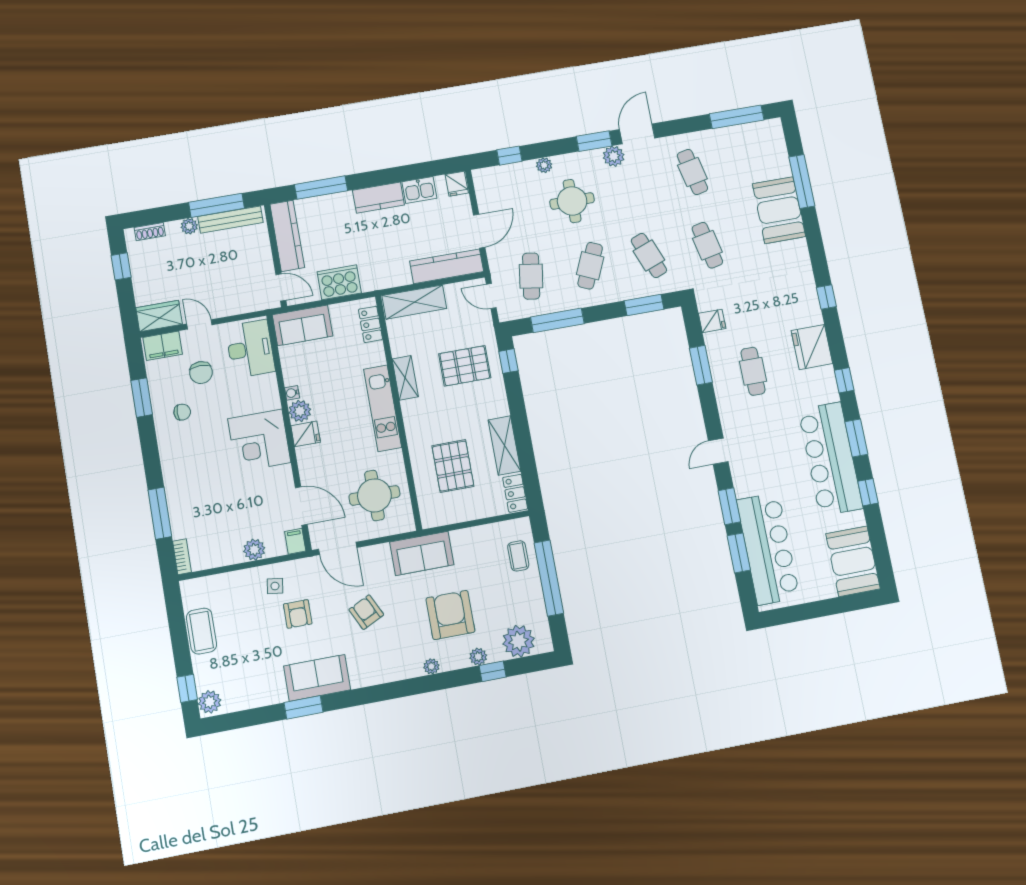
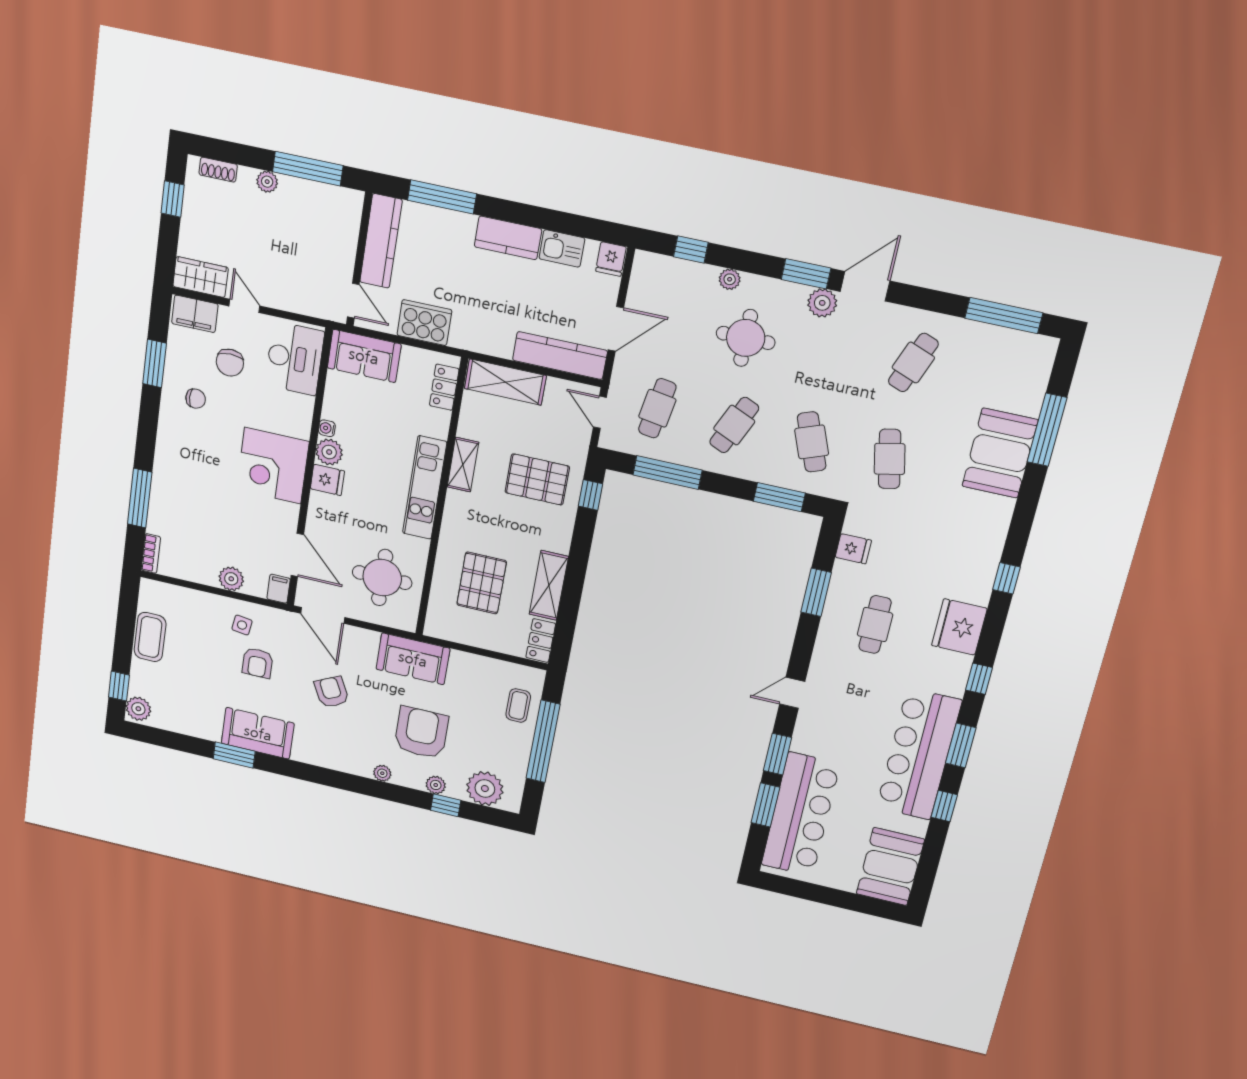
cafe table: (692, 172) -> (913, 363), turned 33
bench: (230, 220) -> (319, 193), removed

